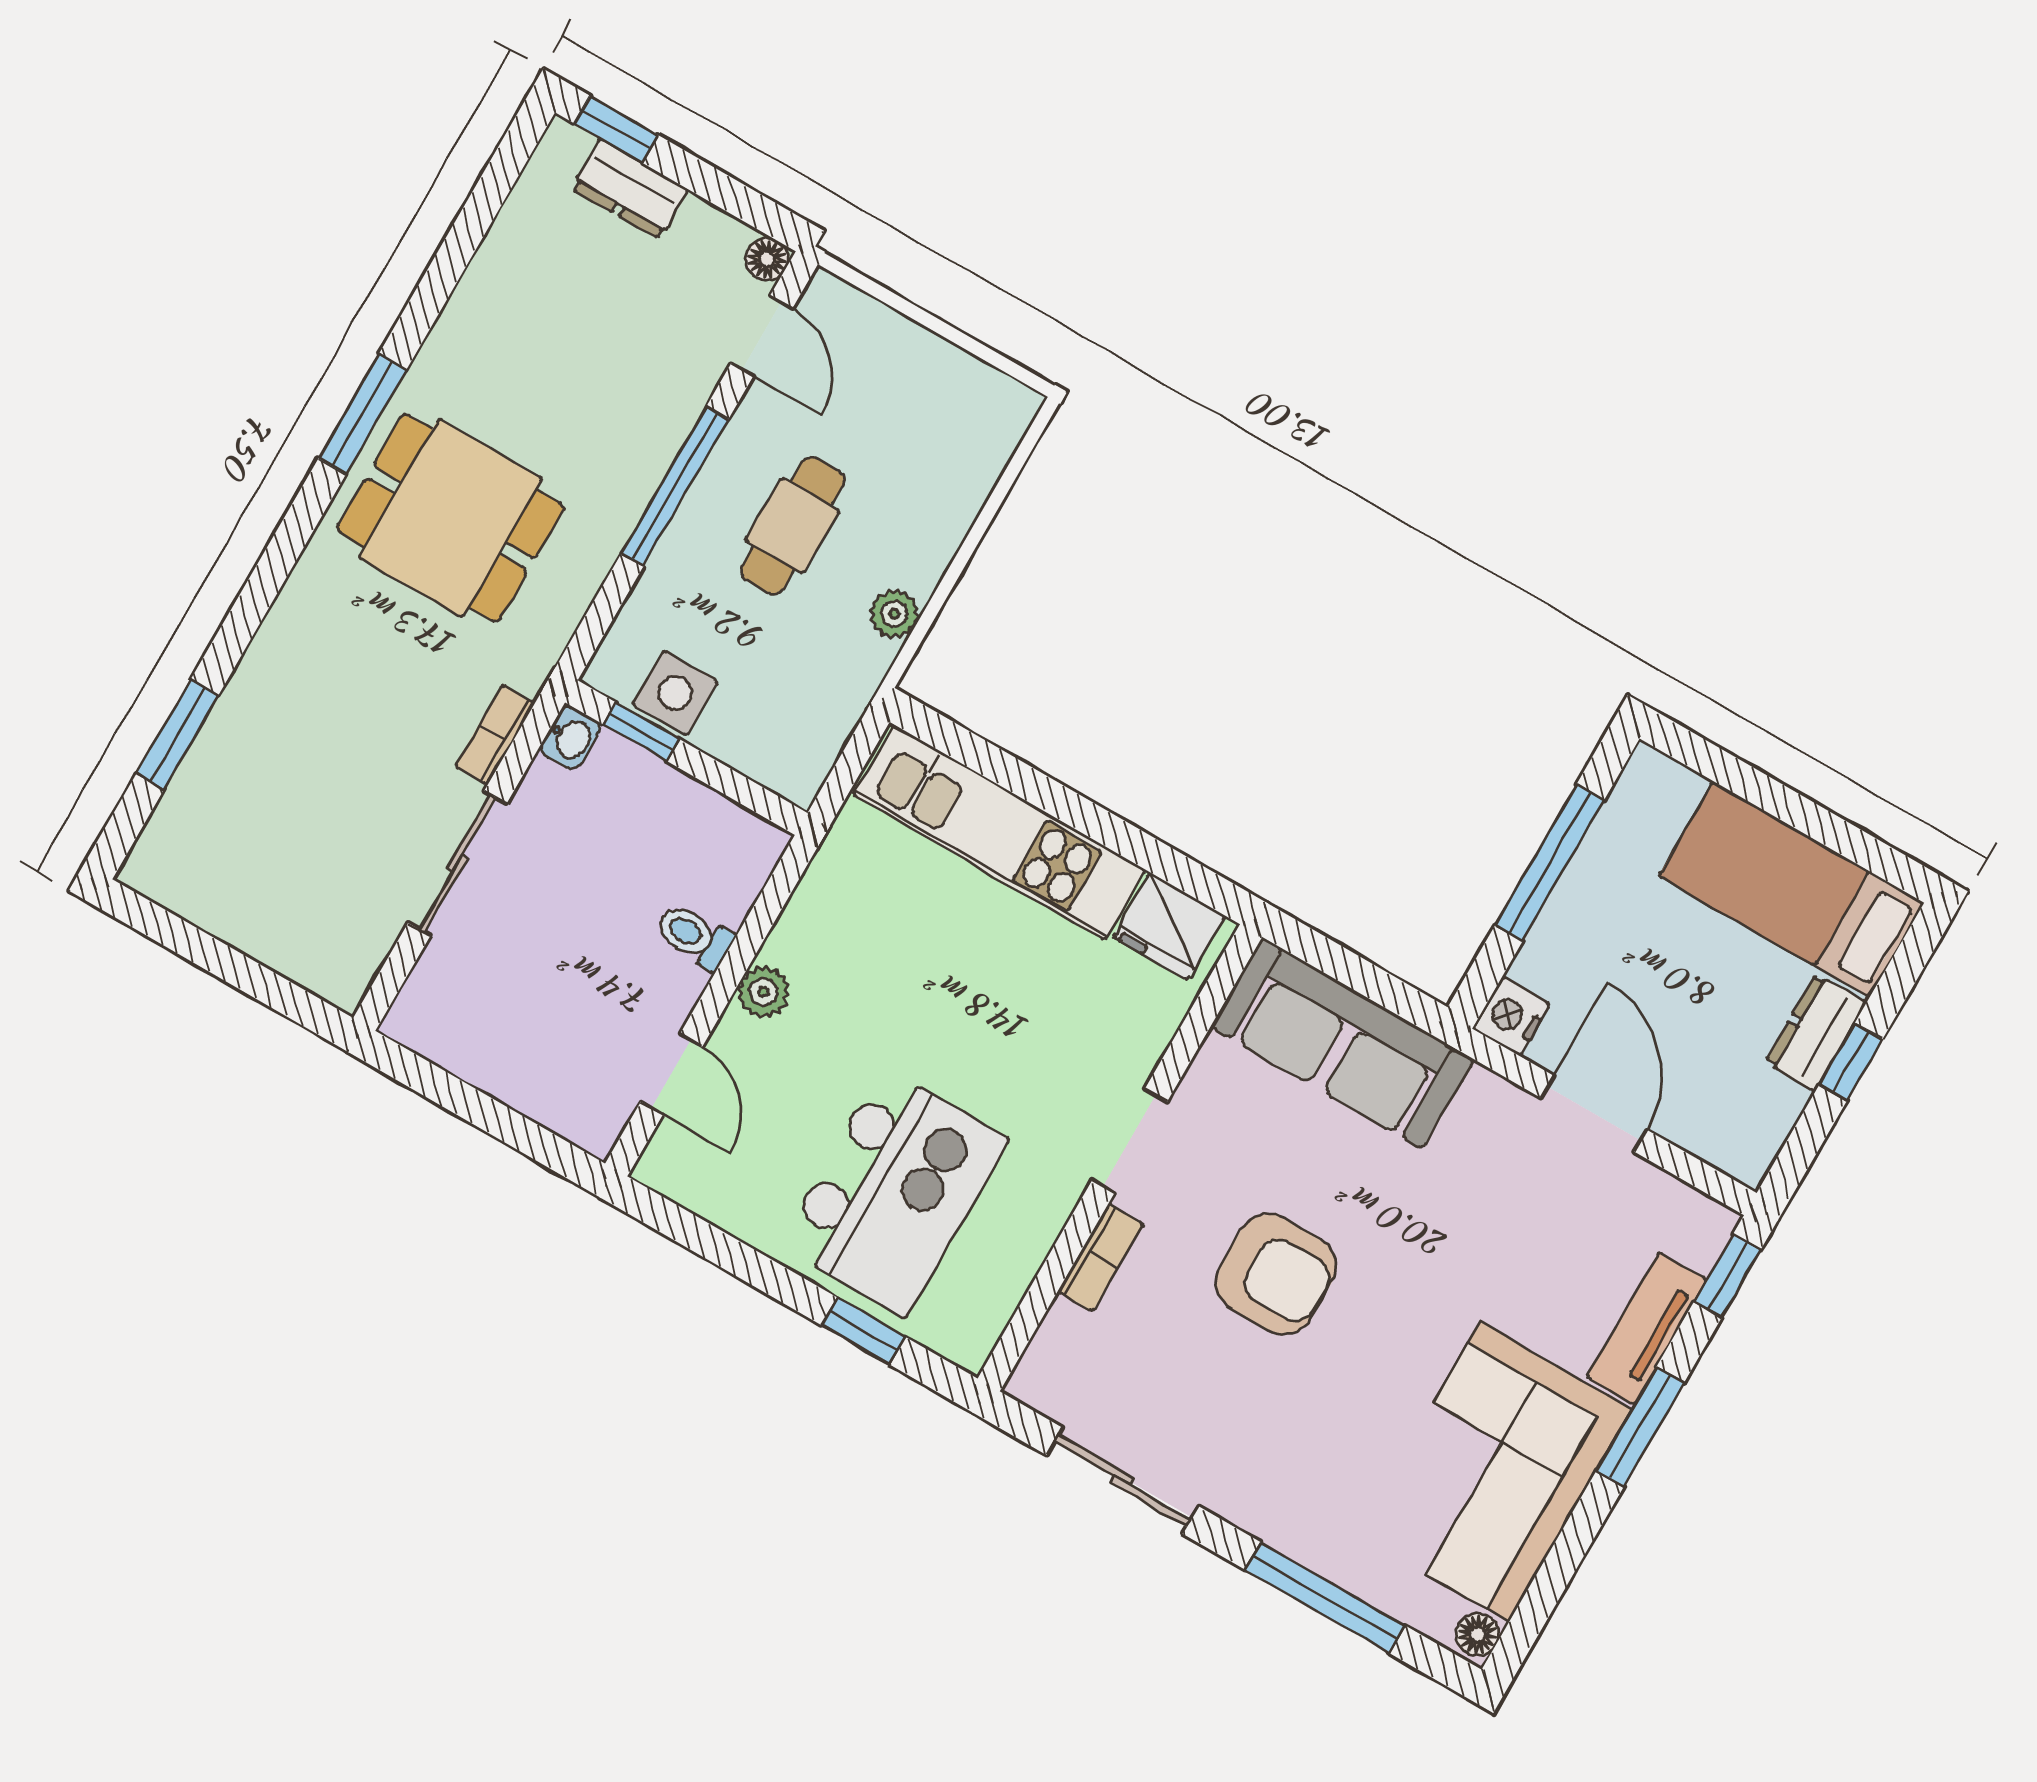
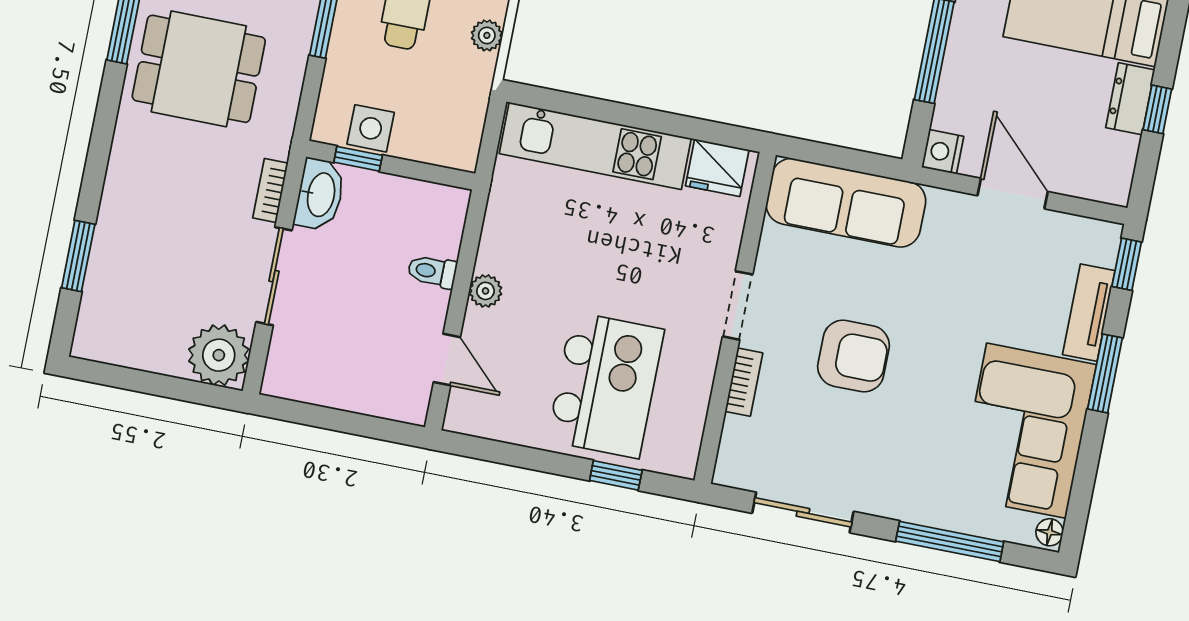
washbasin: (571, 738) -> (320, 194), width x1.91, depth x1.45
plant: (336, 953) -> (219, 355), added

